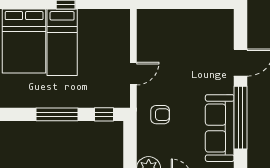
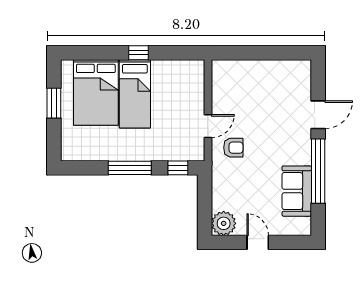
armchair: (160, 115) -> (233, 148), moved
sofa: (220, 128) -> (297, 191), width x0.73

